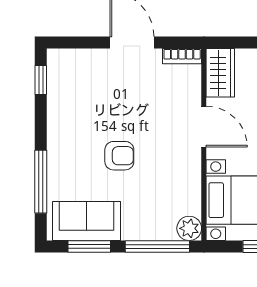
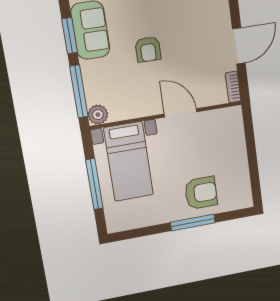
wardrobe: (220, 73) -> (224, 119), removed
door: (204, 127) -> (181, 113), swing flipped

